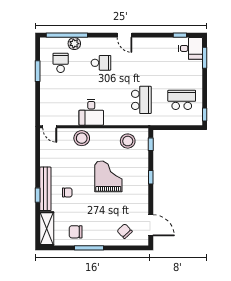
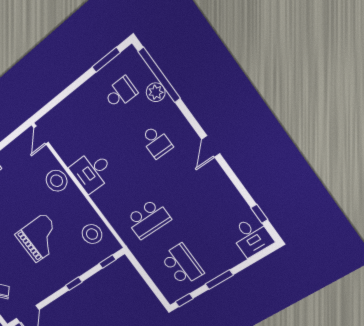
window: (205, 58) -> (219, 280), moved
window: (38, 71) -> (106, 60), moved

